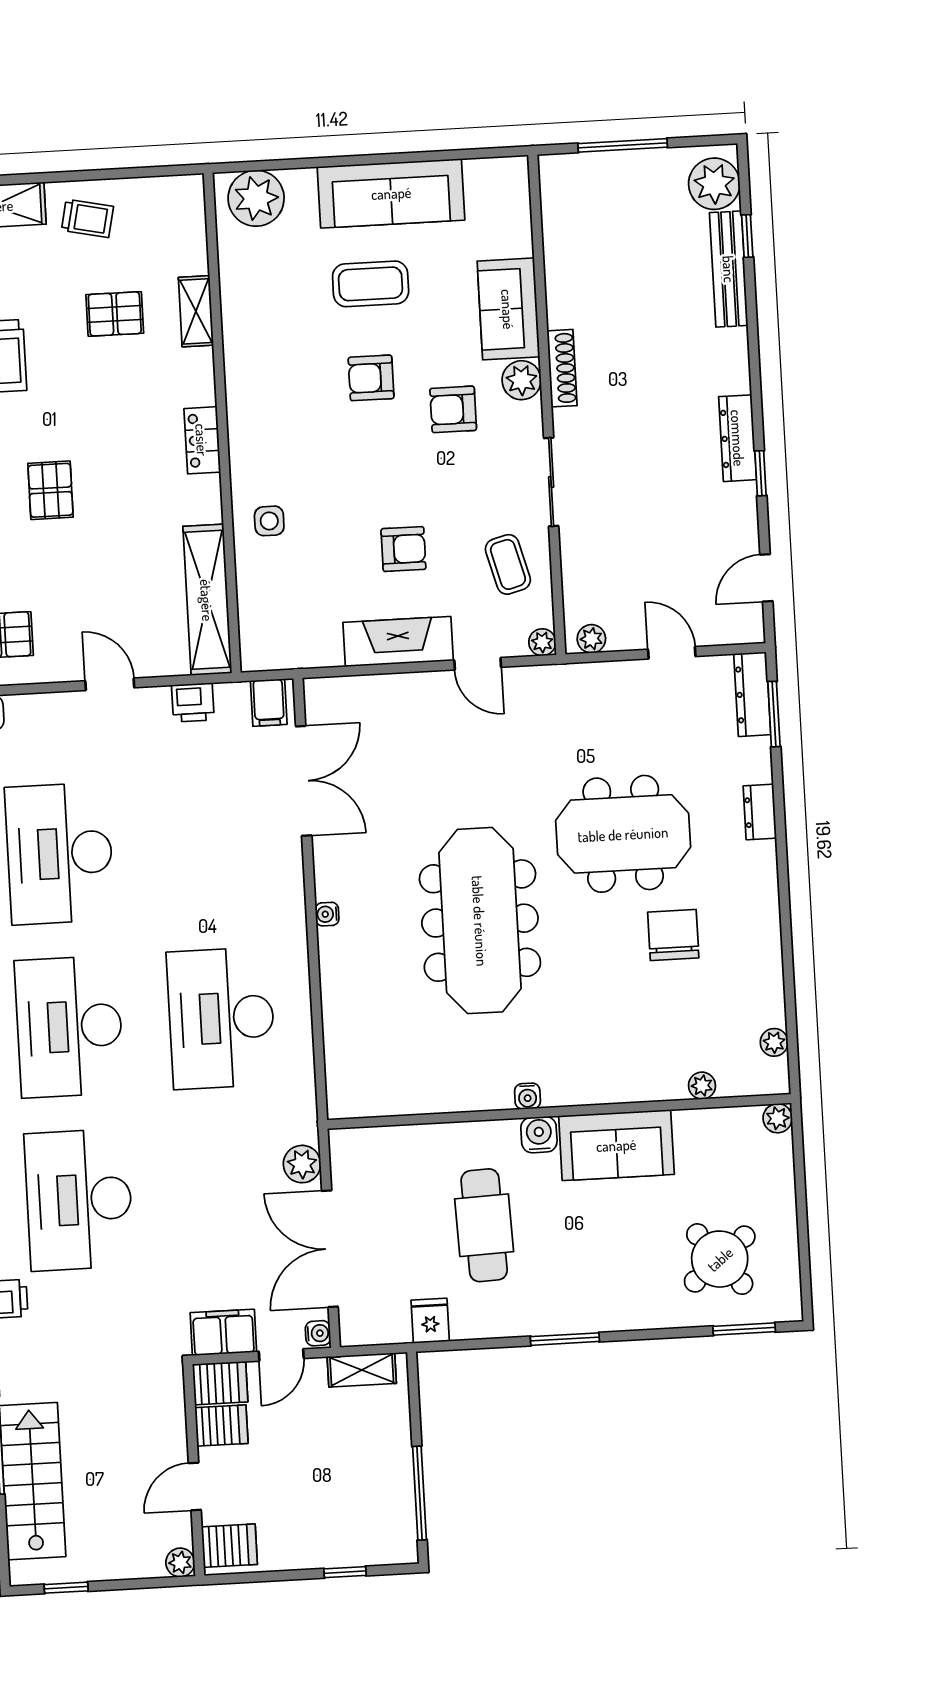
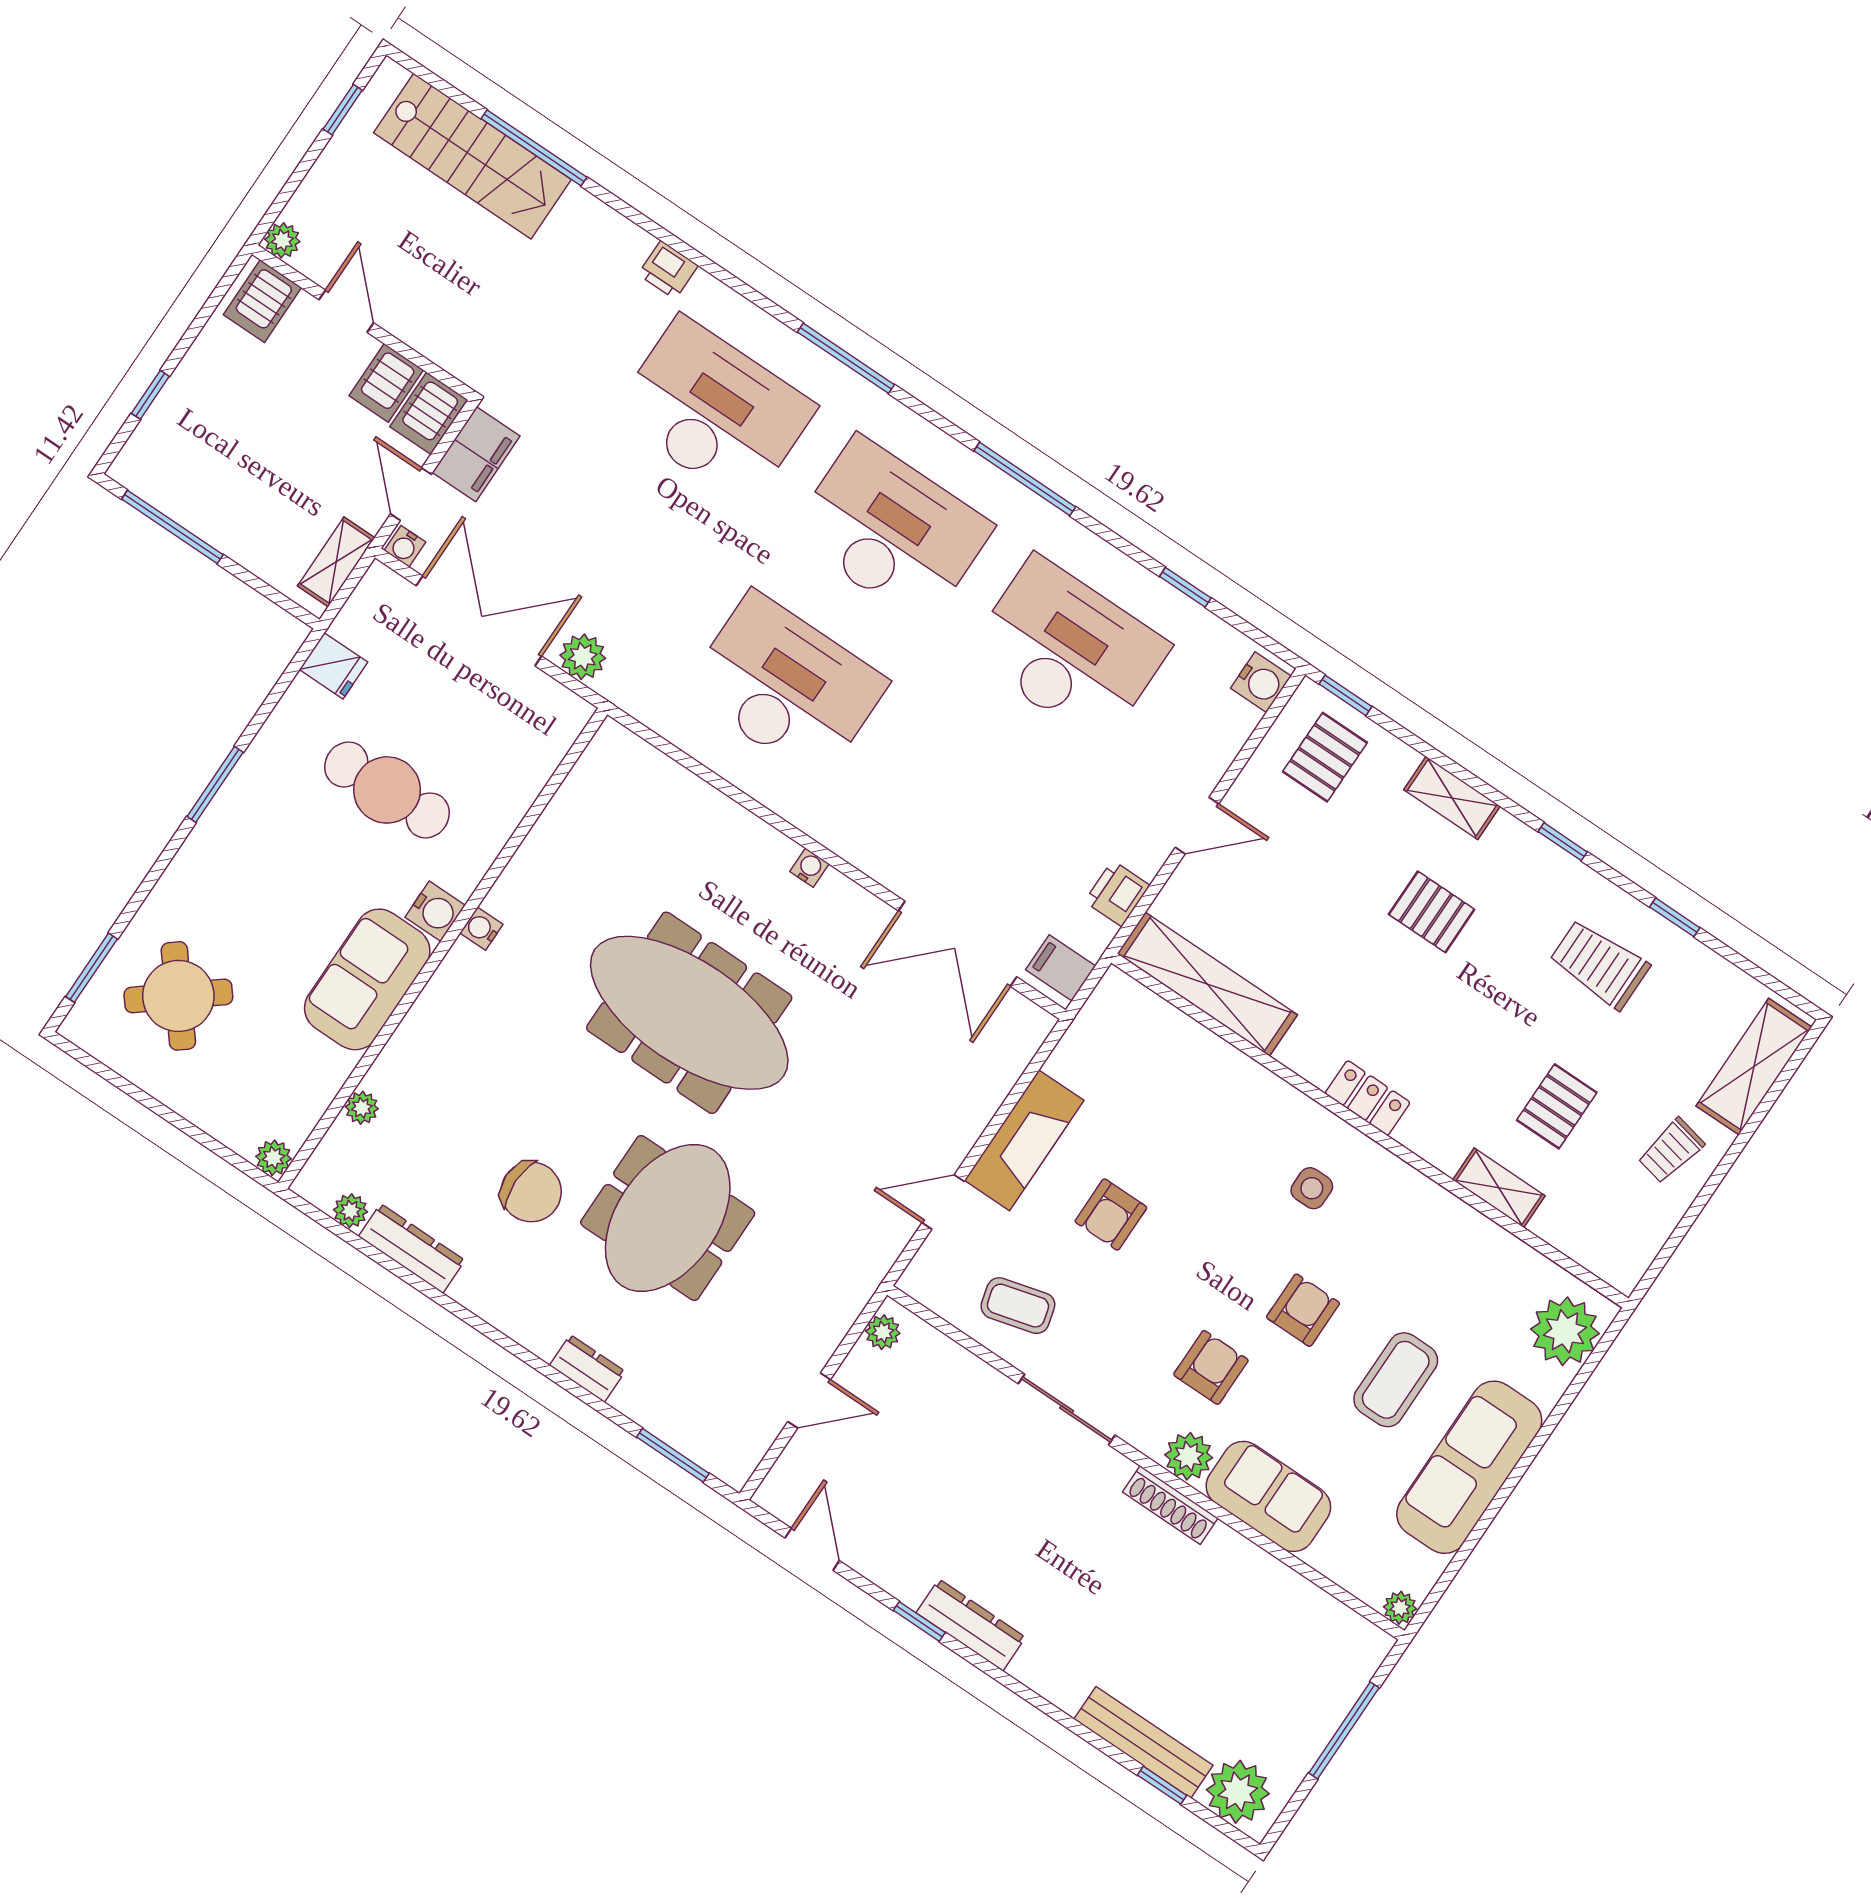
side table: (269, 521) -> (1312, 1188), moved
plant: (542, 642) -> (1400, 1608), moved
dresser: (752, 694) -> (412, 1248), moved

